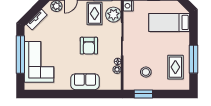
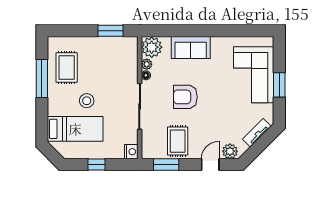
plant: (113, 15) -> (152, 47), moved
armchair: (89, 46) -> (185, 97), turned -90
window: (20, 54) -> (279, 85), width x0.47
stool: (146, 72) -> (87, 101), moved

